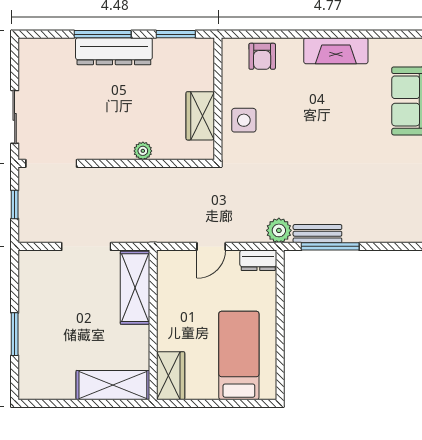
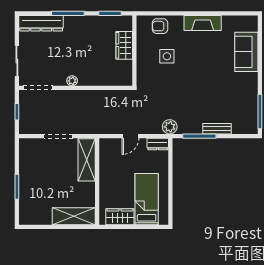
dresser: (114, 51) -> (41, 23), moved
armchair: (262, 56) -> (160, 26), turned 90
wardrobe: (200, 116) -> (124, 45), moved
side table: (244, 120) -> (167, 56), moved
plant: (143, 151) -> (72, 81), moved
bench: (317, 234) -> (217, 129), moved
wardrobe: (171, 376) -> (120, 217), moved, turned -90

